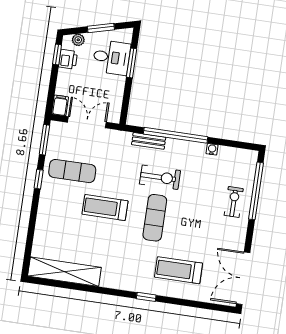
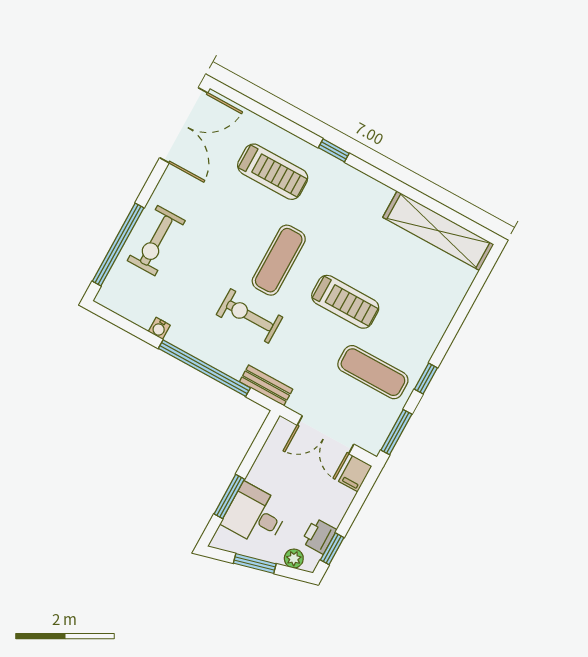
bench: (149, 141) -> (266, 385), moved
exercise bike: (234, 202) -> (156, 241), width x1.38, depth x1.39

